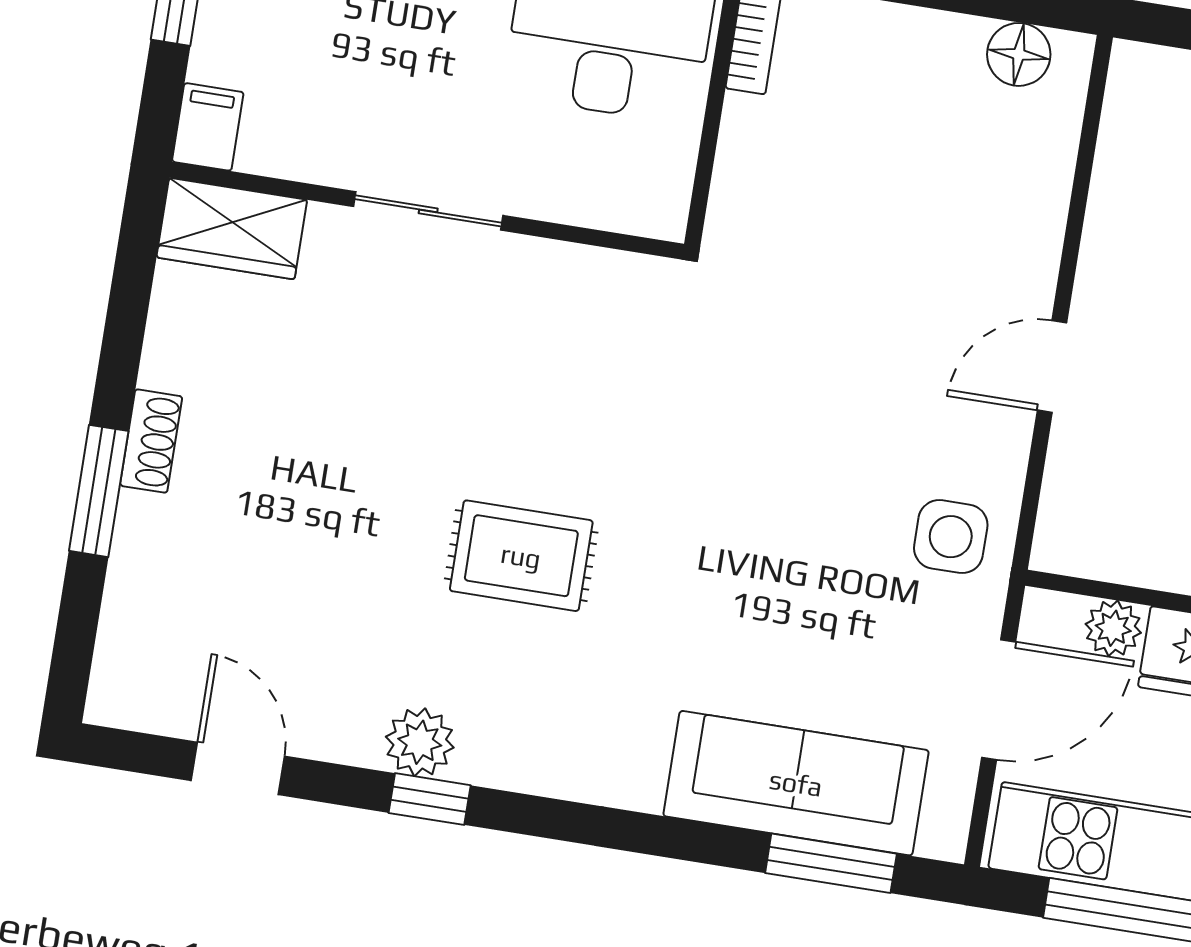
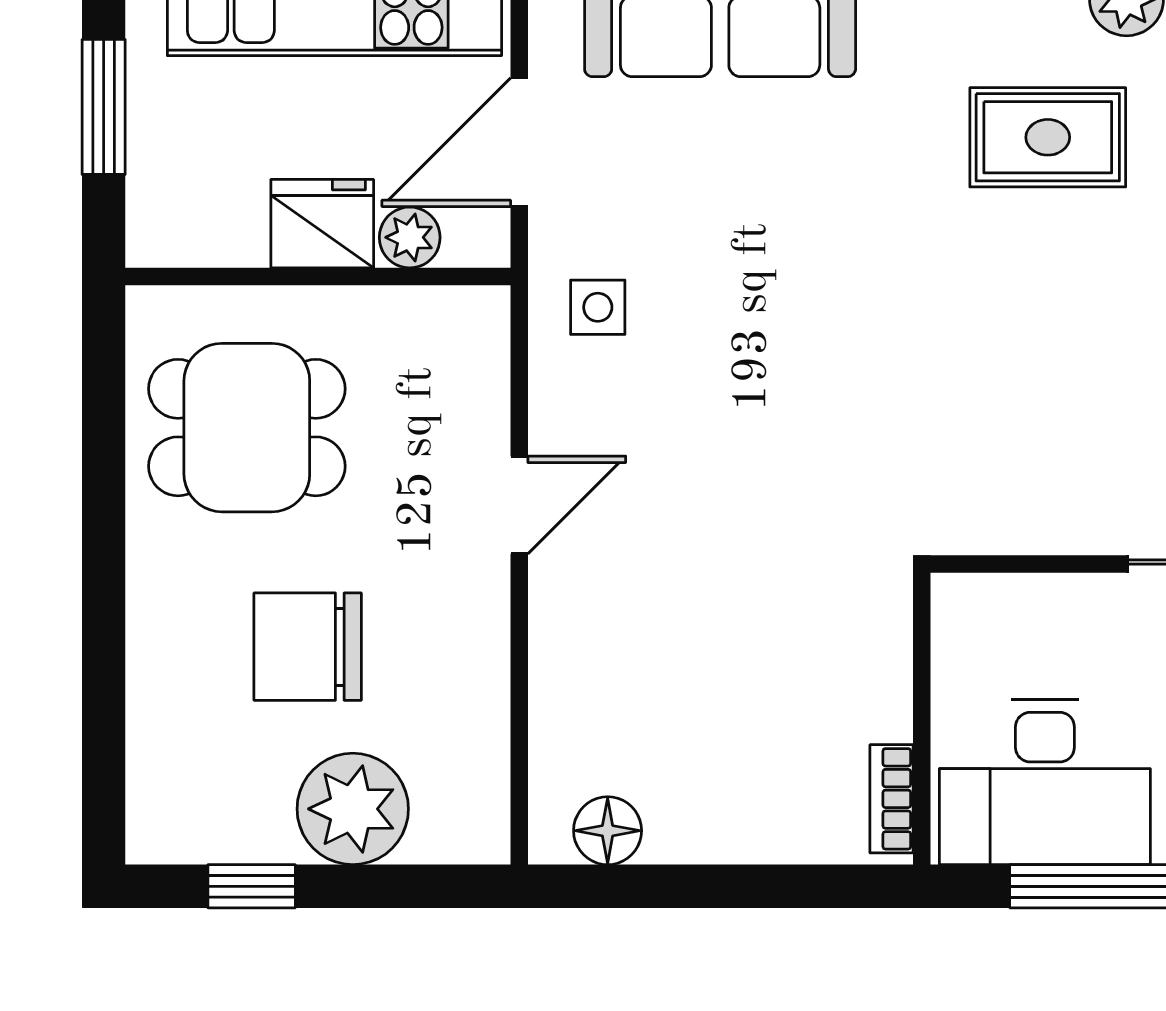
side table: (951, 537) -> (598, 307), width x0.73, depth x0.73
rug: (521, 556) -> (1048, 137), moved

